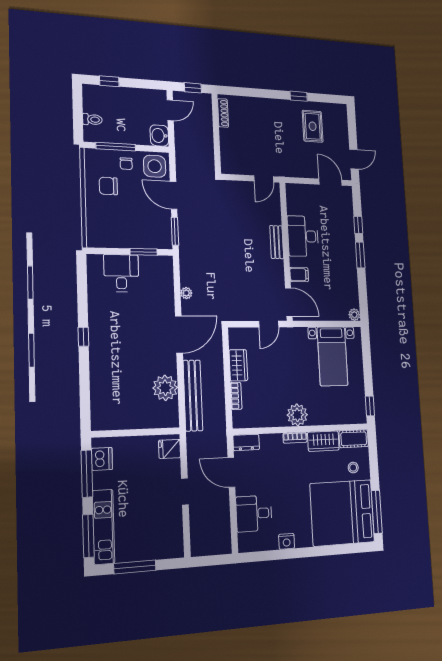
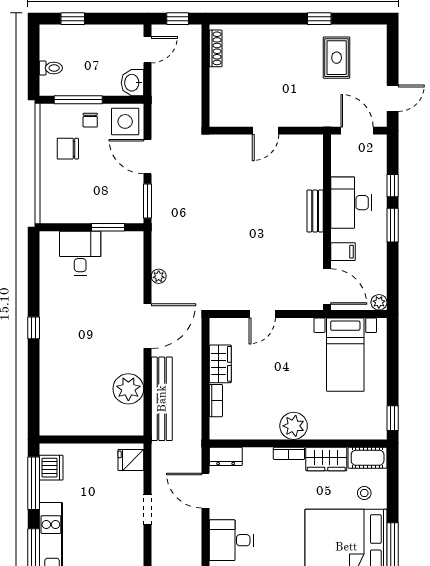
desk: (303, 236) -> (351, 203), moved
bench: (277, 242) -> (315, 211), moved
wall: (286, 251) -> (327, 222), moved
filing cabinet: (299, 275) -> (343, 252), moved
door: (289, 302) -> (327, 286), moved

